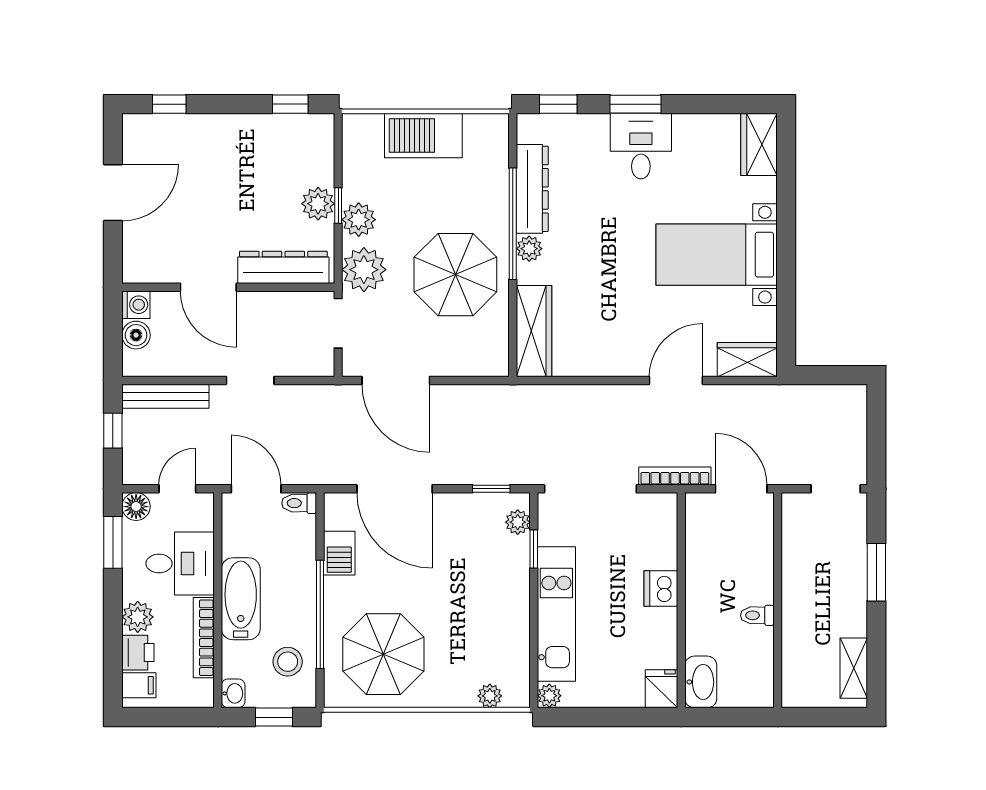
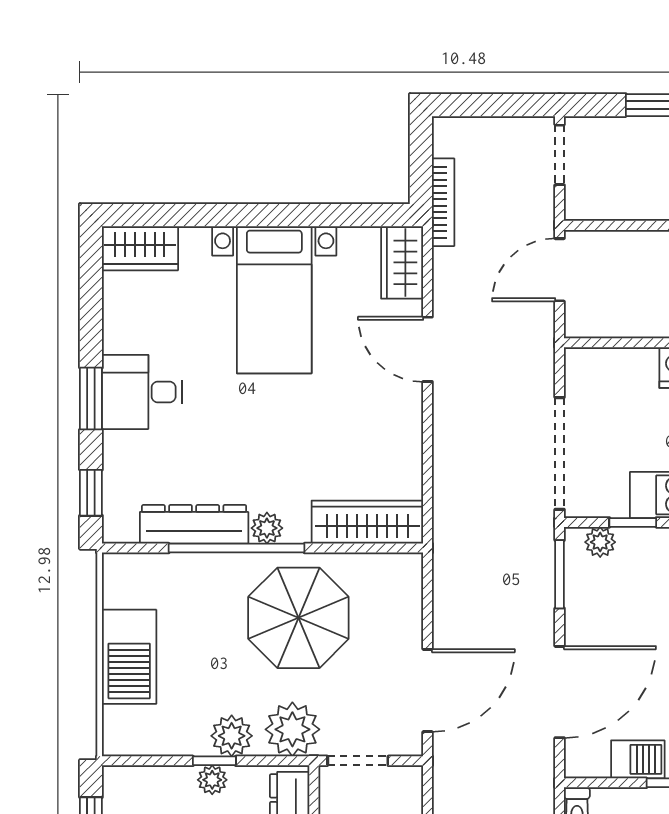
plant: (318, 204) -> (212, 780), width x0.73, depth x0.73
bookcase: (675, 476) -> (443, 202), moved, turned 180
window: (491, 489) -> (560, 574), width x1.50

